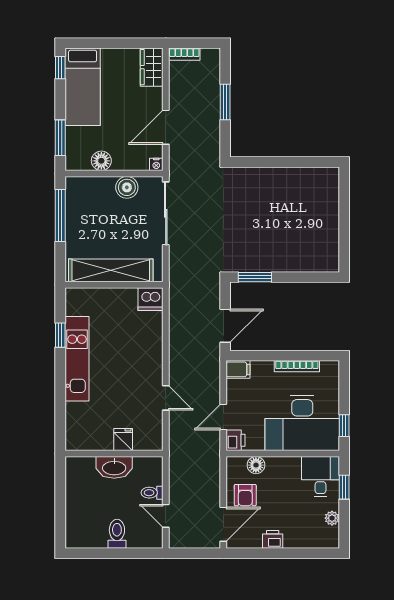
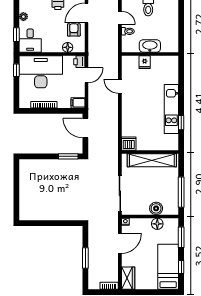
window: (60, 68) -> (181, 267), moved
boiler: (127, 187) -> (156, 208), moved
door: (225, 326) -> (85, 128), hinge flipped

